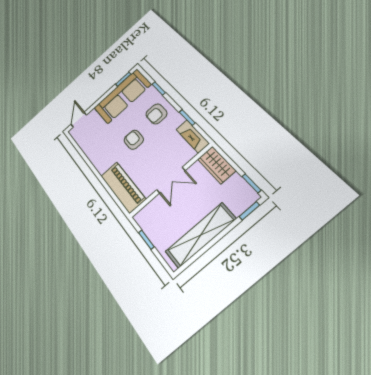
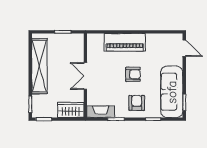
piano: (123, 187) -> (125, 42), moved

